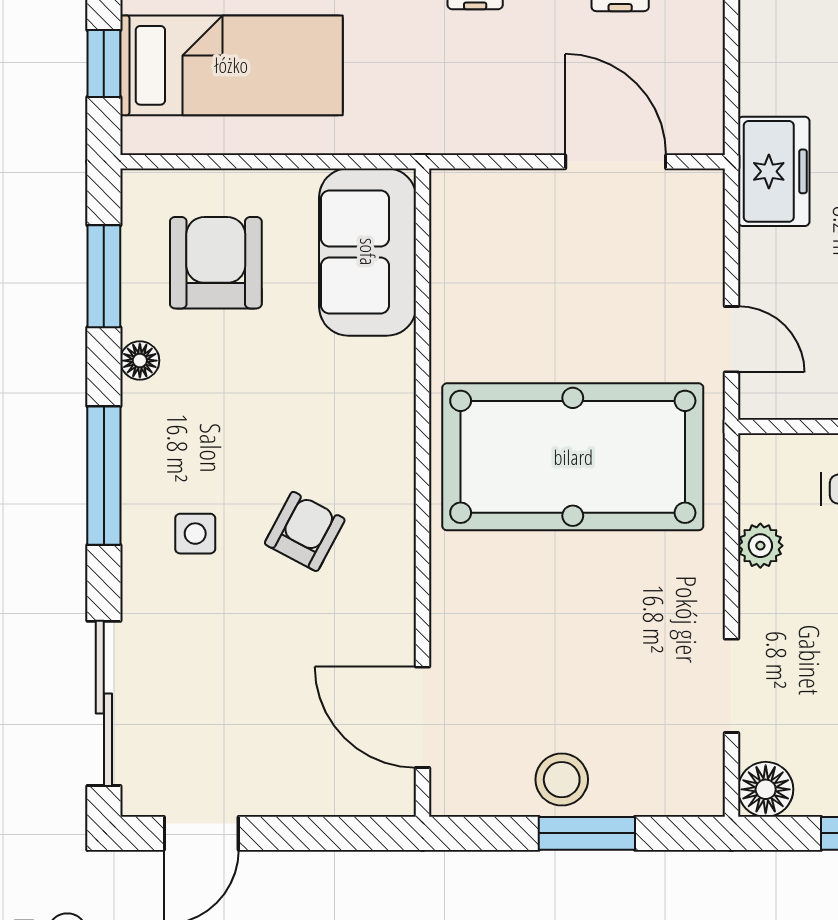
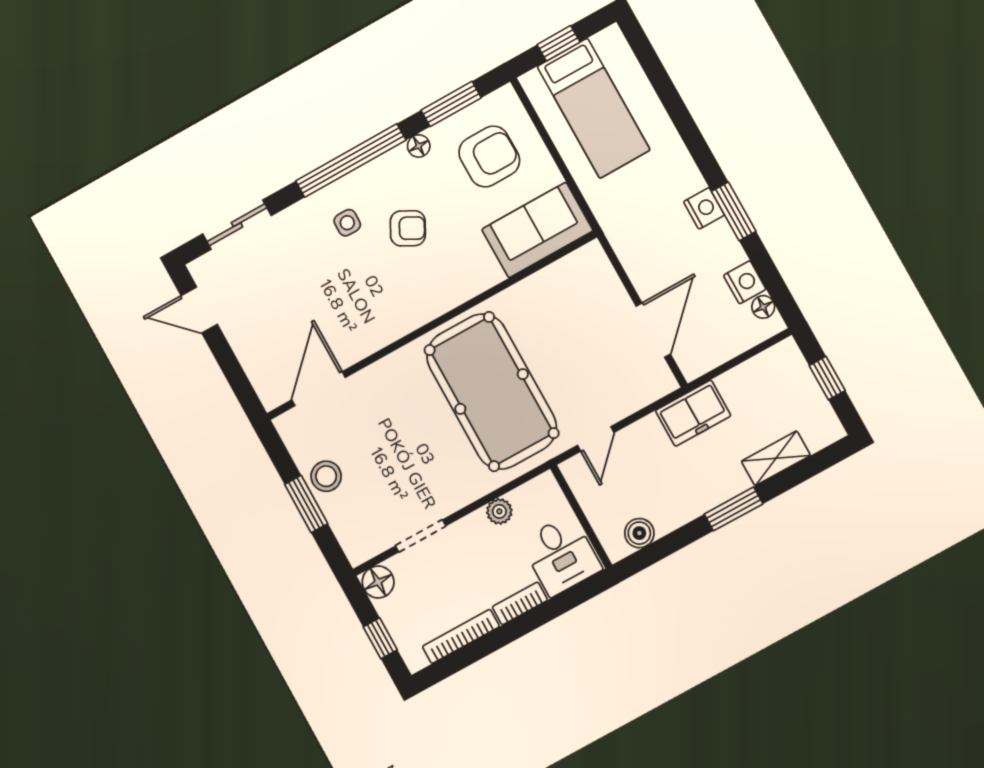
window: (104, 476) -> (351, 160), width x1.46
armchair: (305, 531) -> (408, 228), moved
sliding door: (104, 703) -> (237, 225), width x0.73

